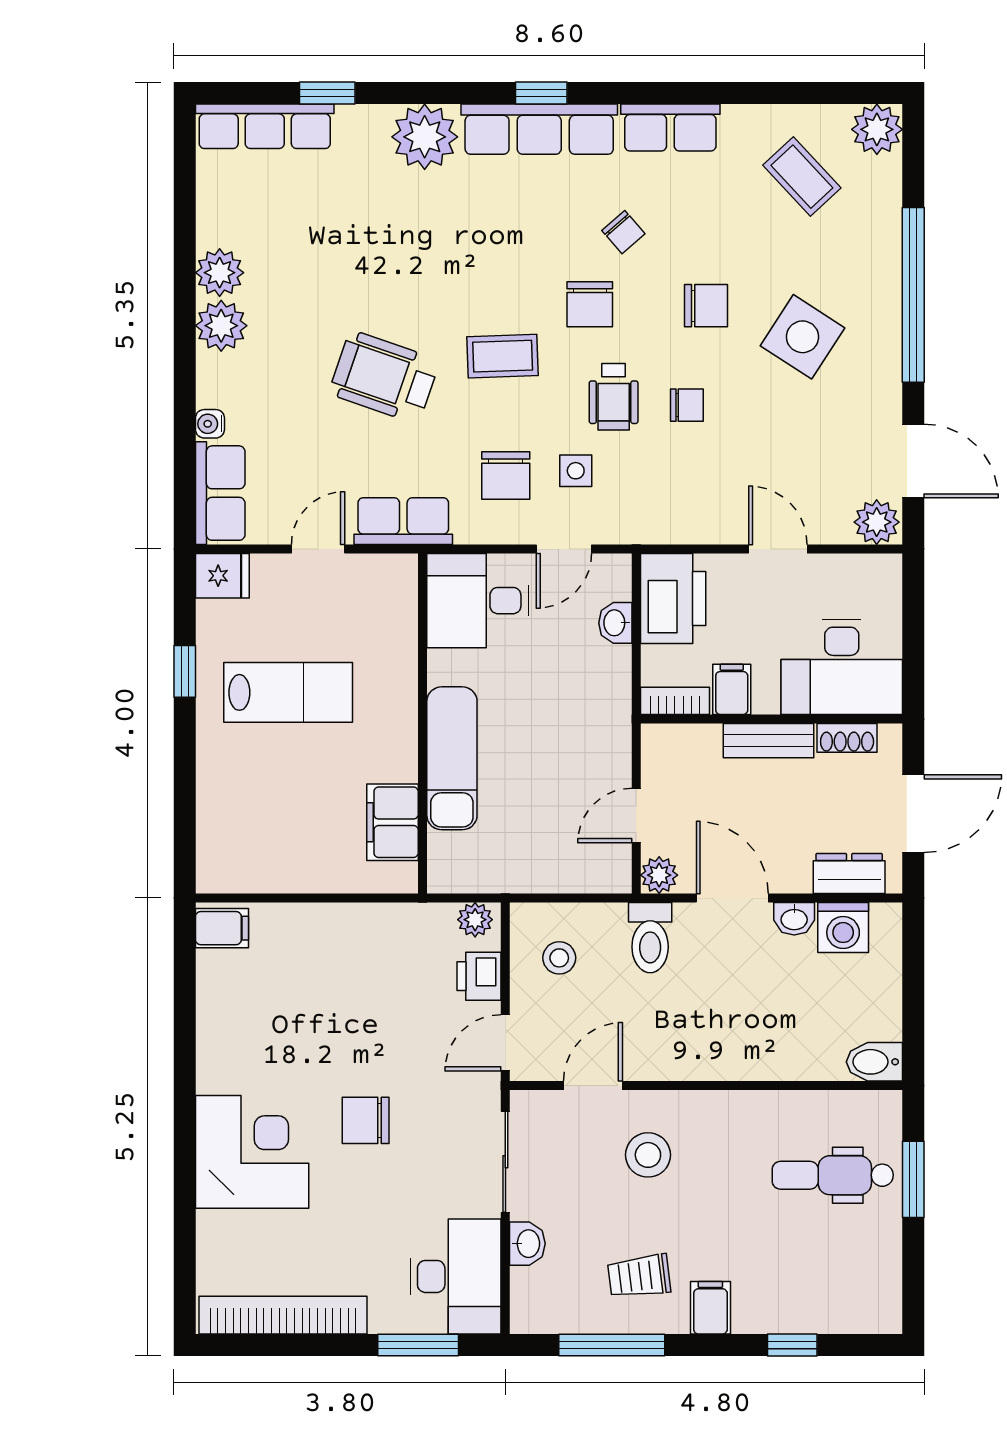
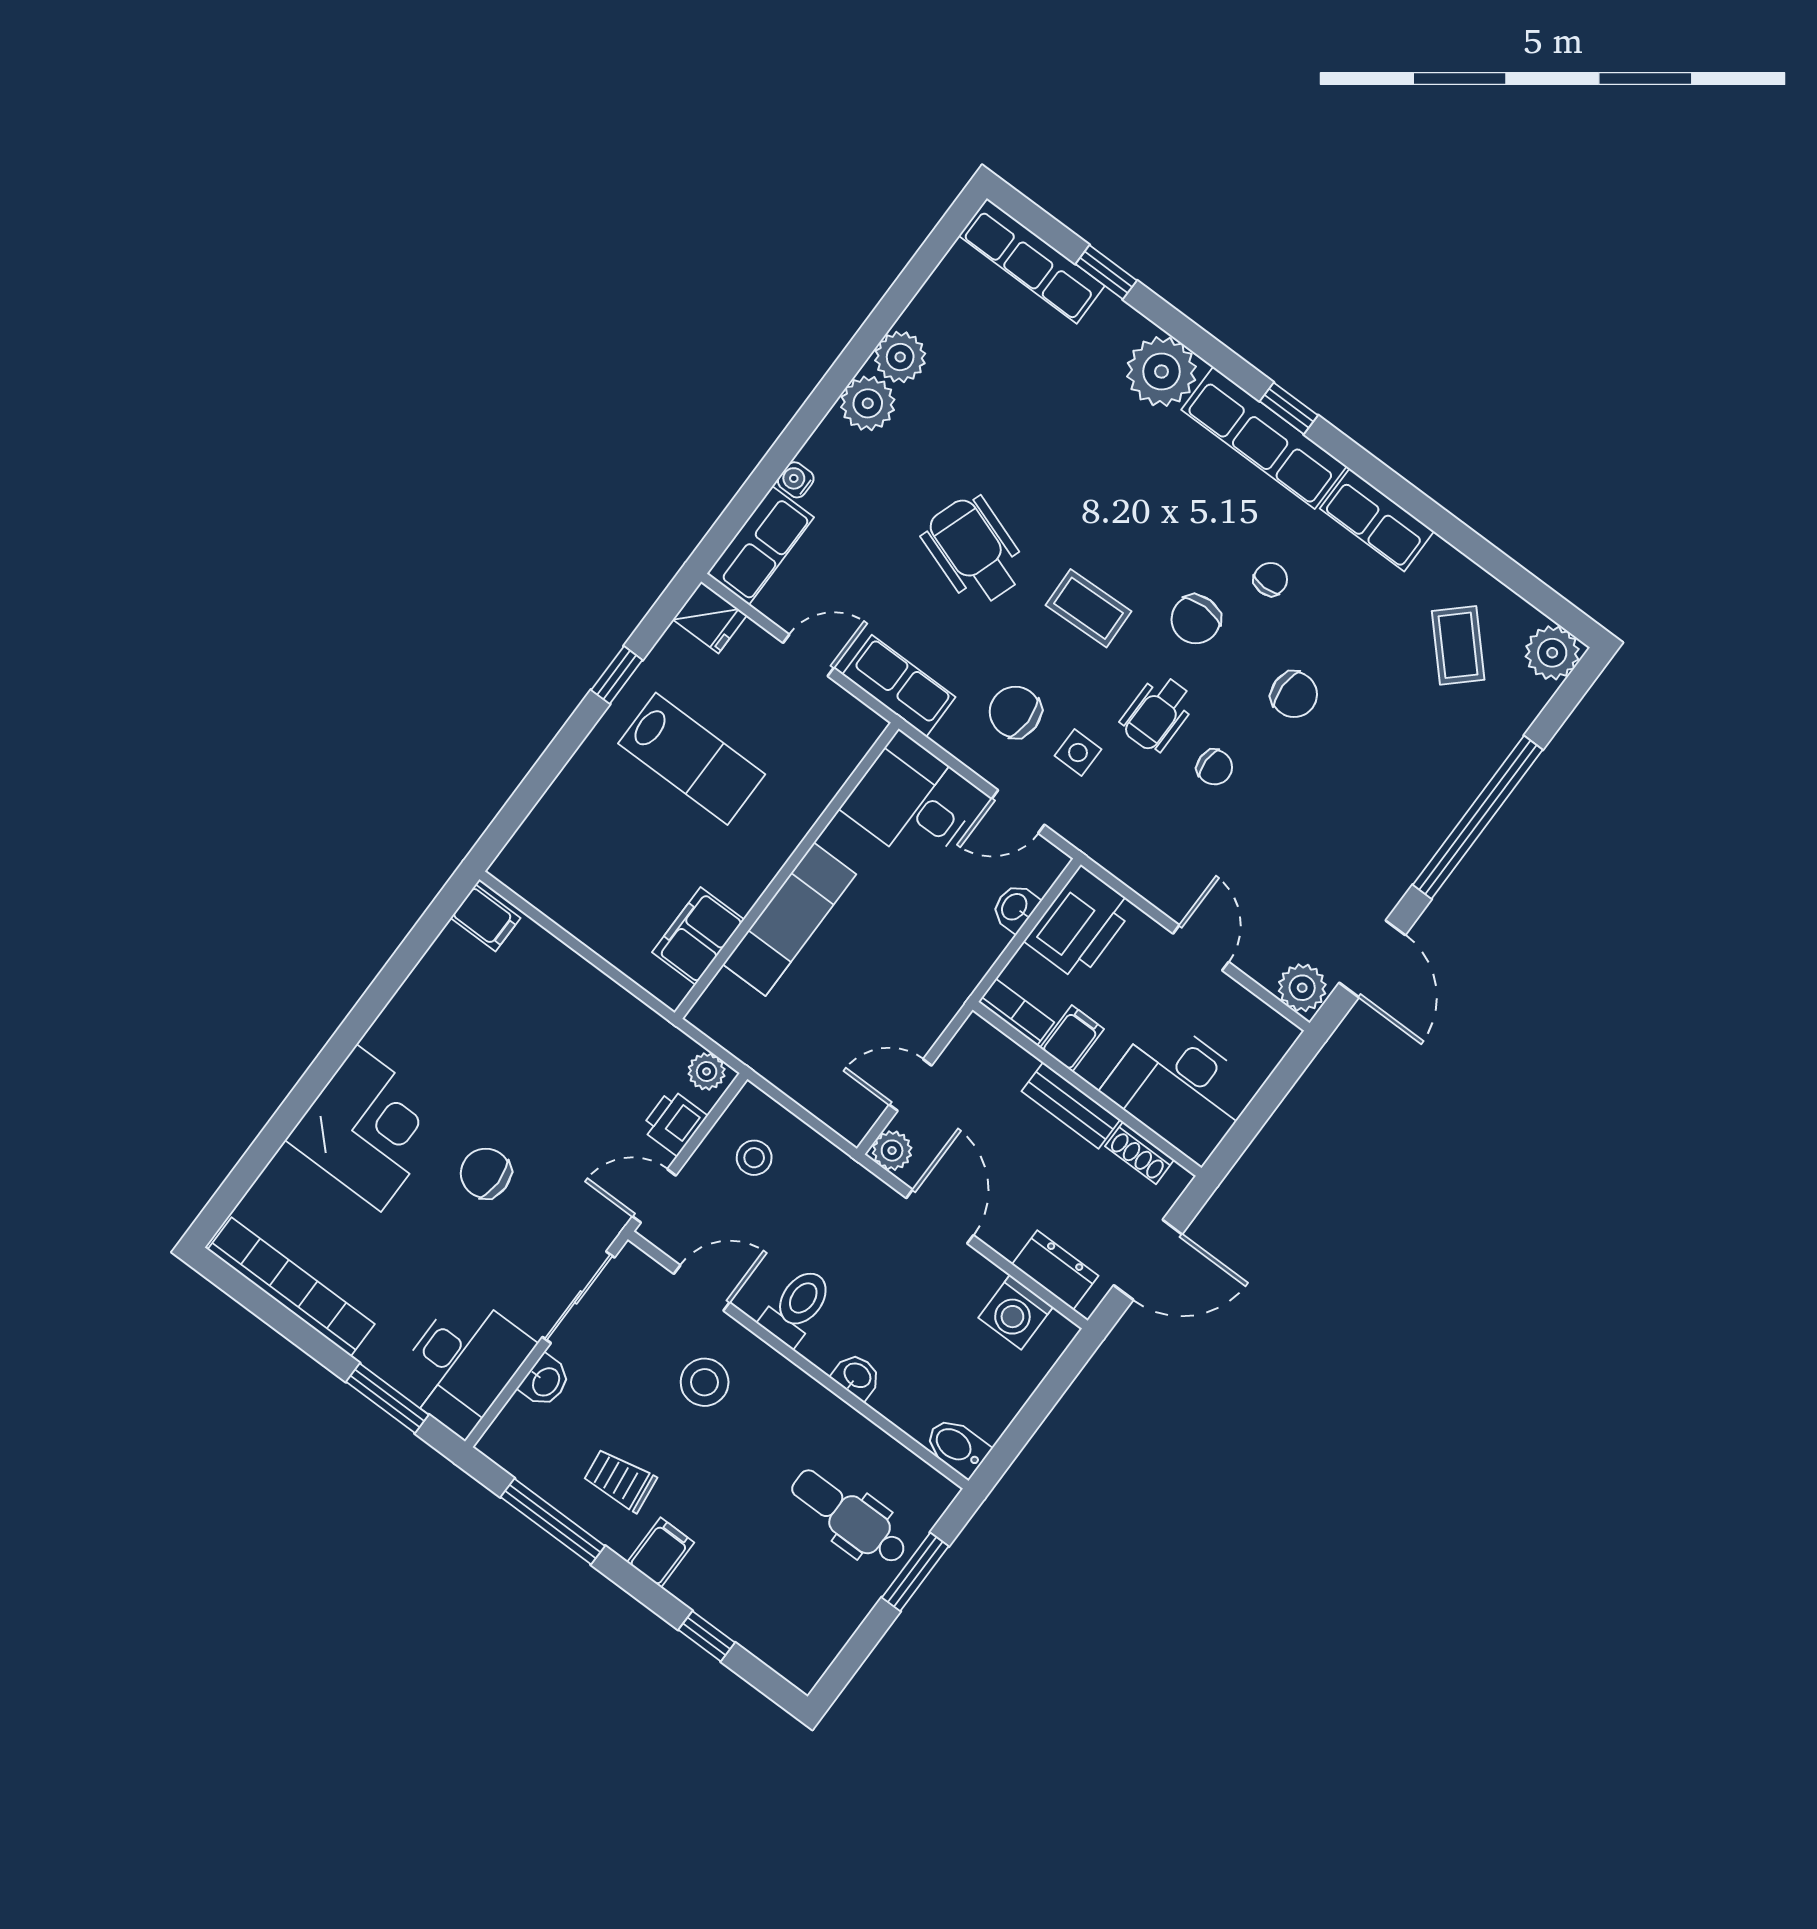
chair: (623, 232) -> (1270, 579), turned -139
side table: (802, 337) -> (1357, 782), removed
chair: (506, 475) -> (1015, 712), turned 90
washbasin: (794, 919) -> (857, 1376), moved, turned 180
toilet: (650, 938) -> (797, 1306), moved, turned 180

